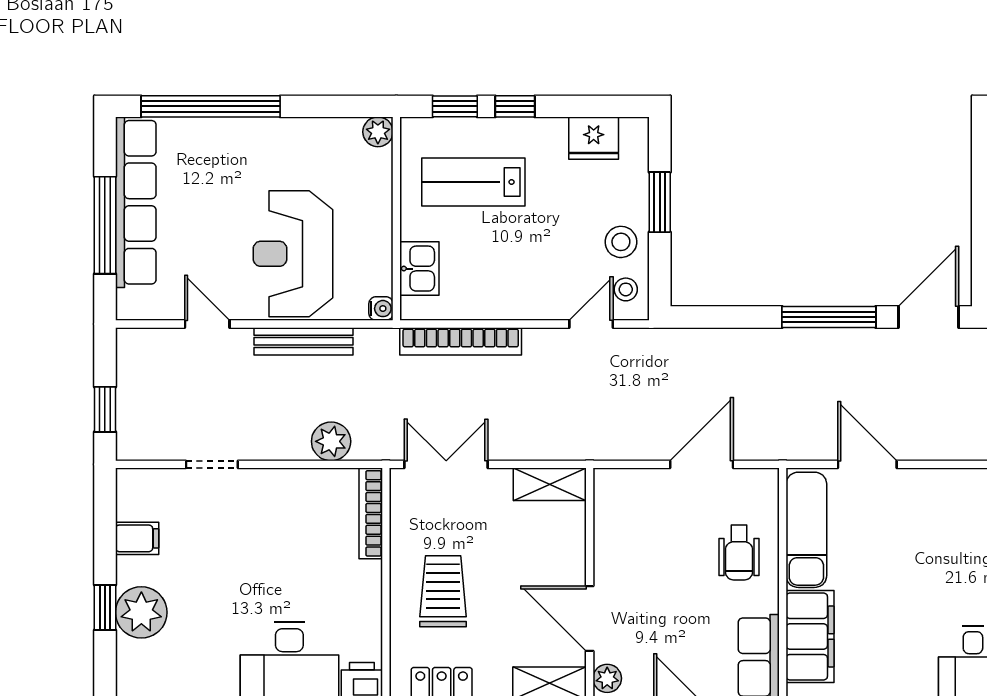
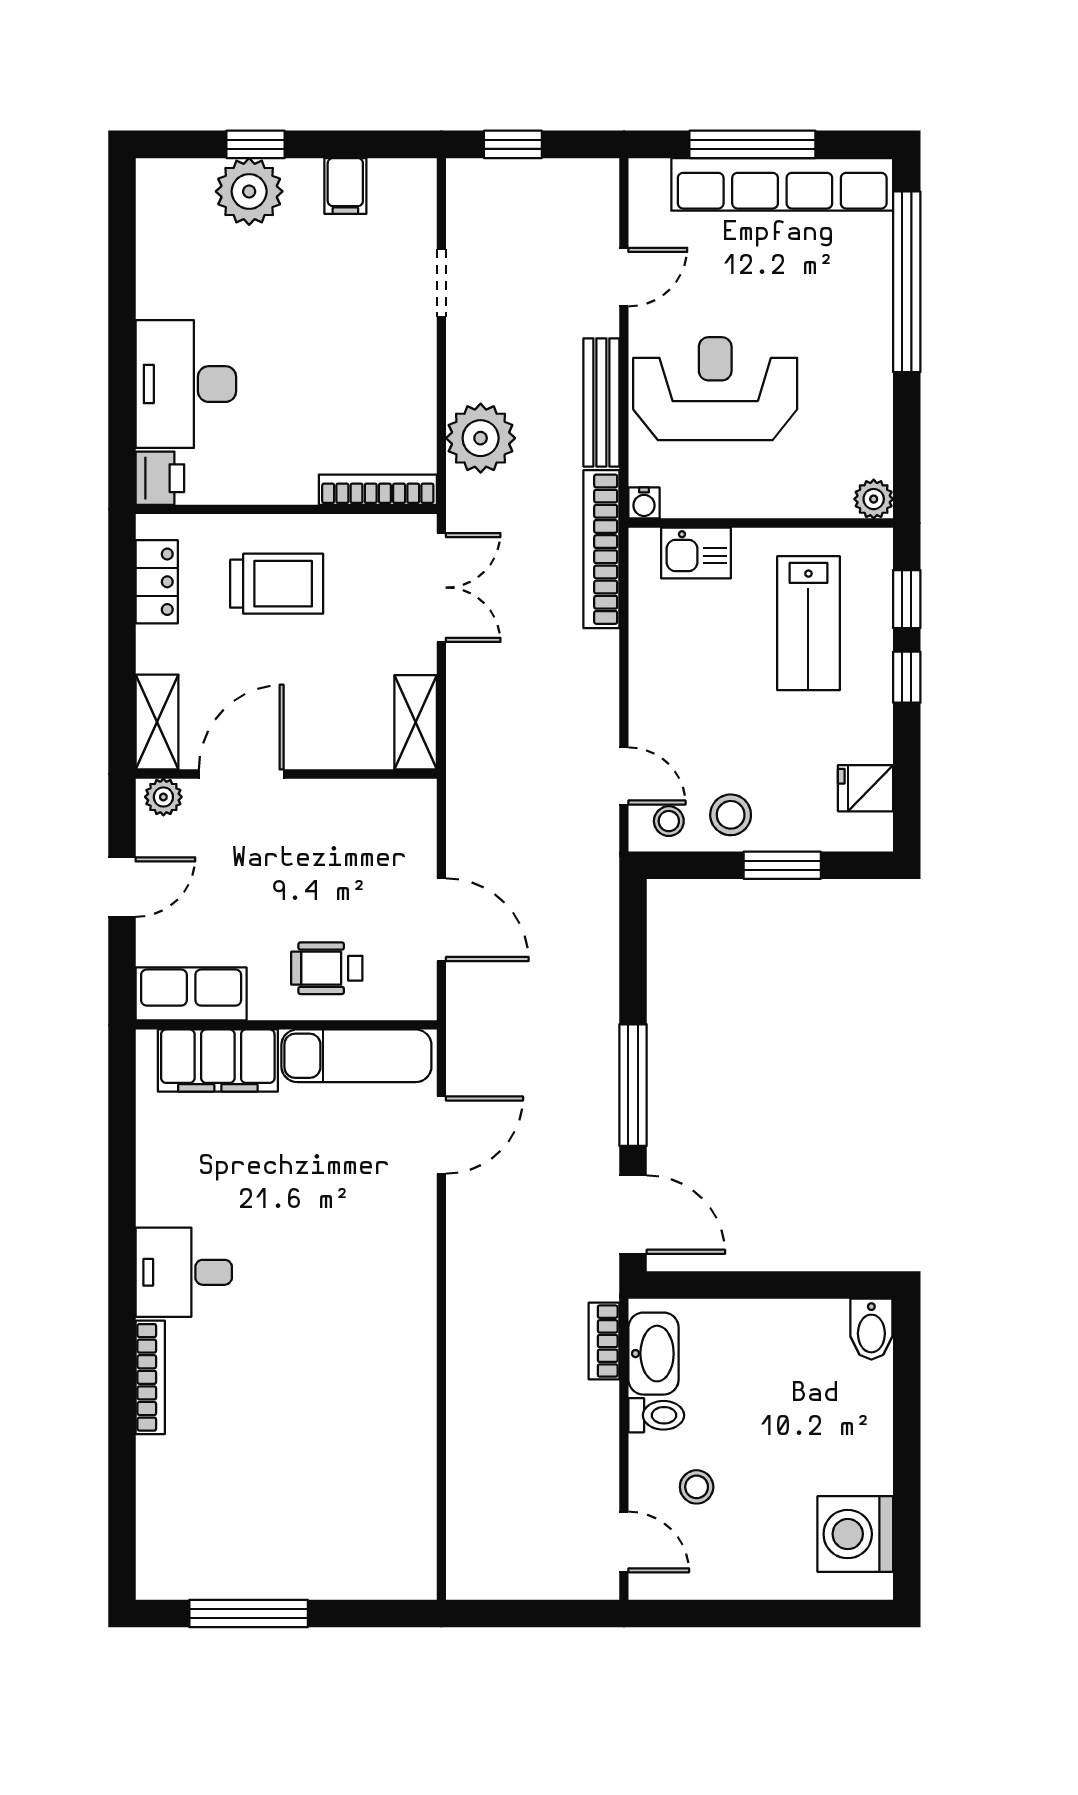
fridge: (594, 138) -> (866, 788), width x0.72
lab bench: (473, 182) -> (808, 623), turned 180
bookcase: (461, 341) -> (601, 549), moved
plant: (331, 441) -> (481, 438), width x1.36, depth x1.36

